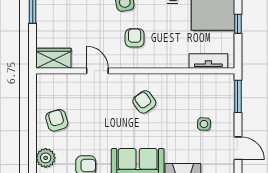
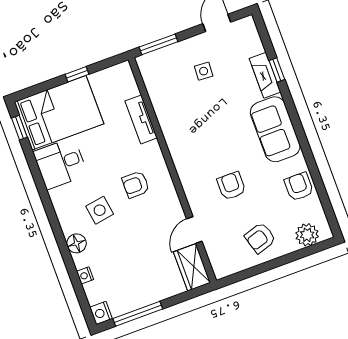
tv unit: (208, 61) -> (141, 119), moved
door: (97, 71) -> (194, 230), moved
armchair: (144, 102) -> (231, 186), moved, turned 126

